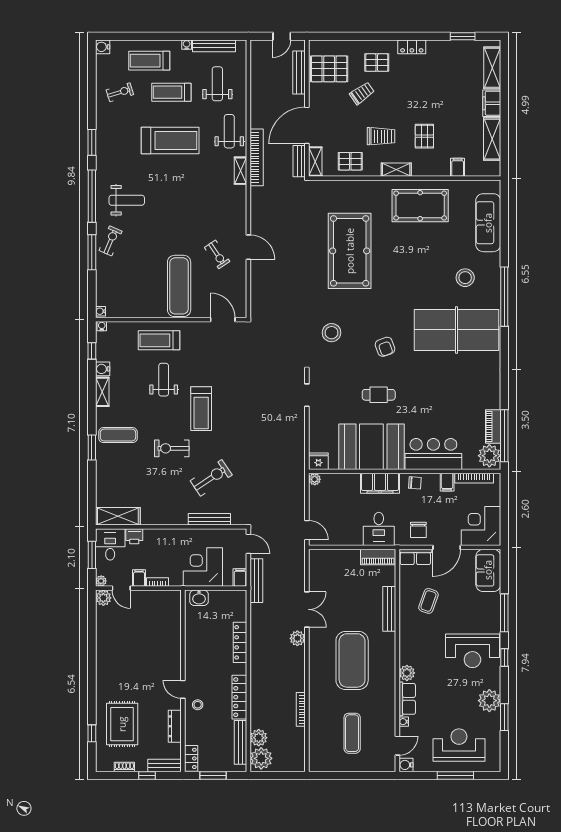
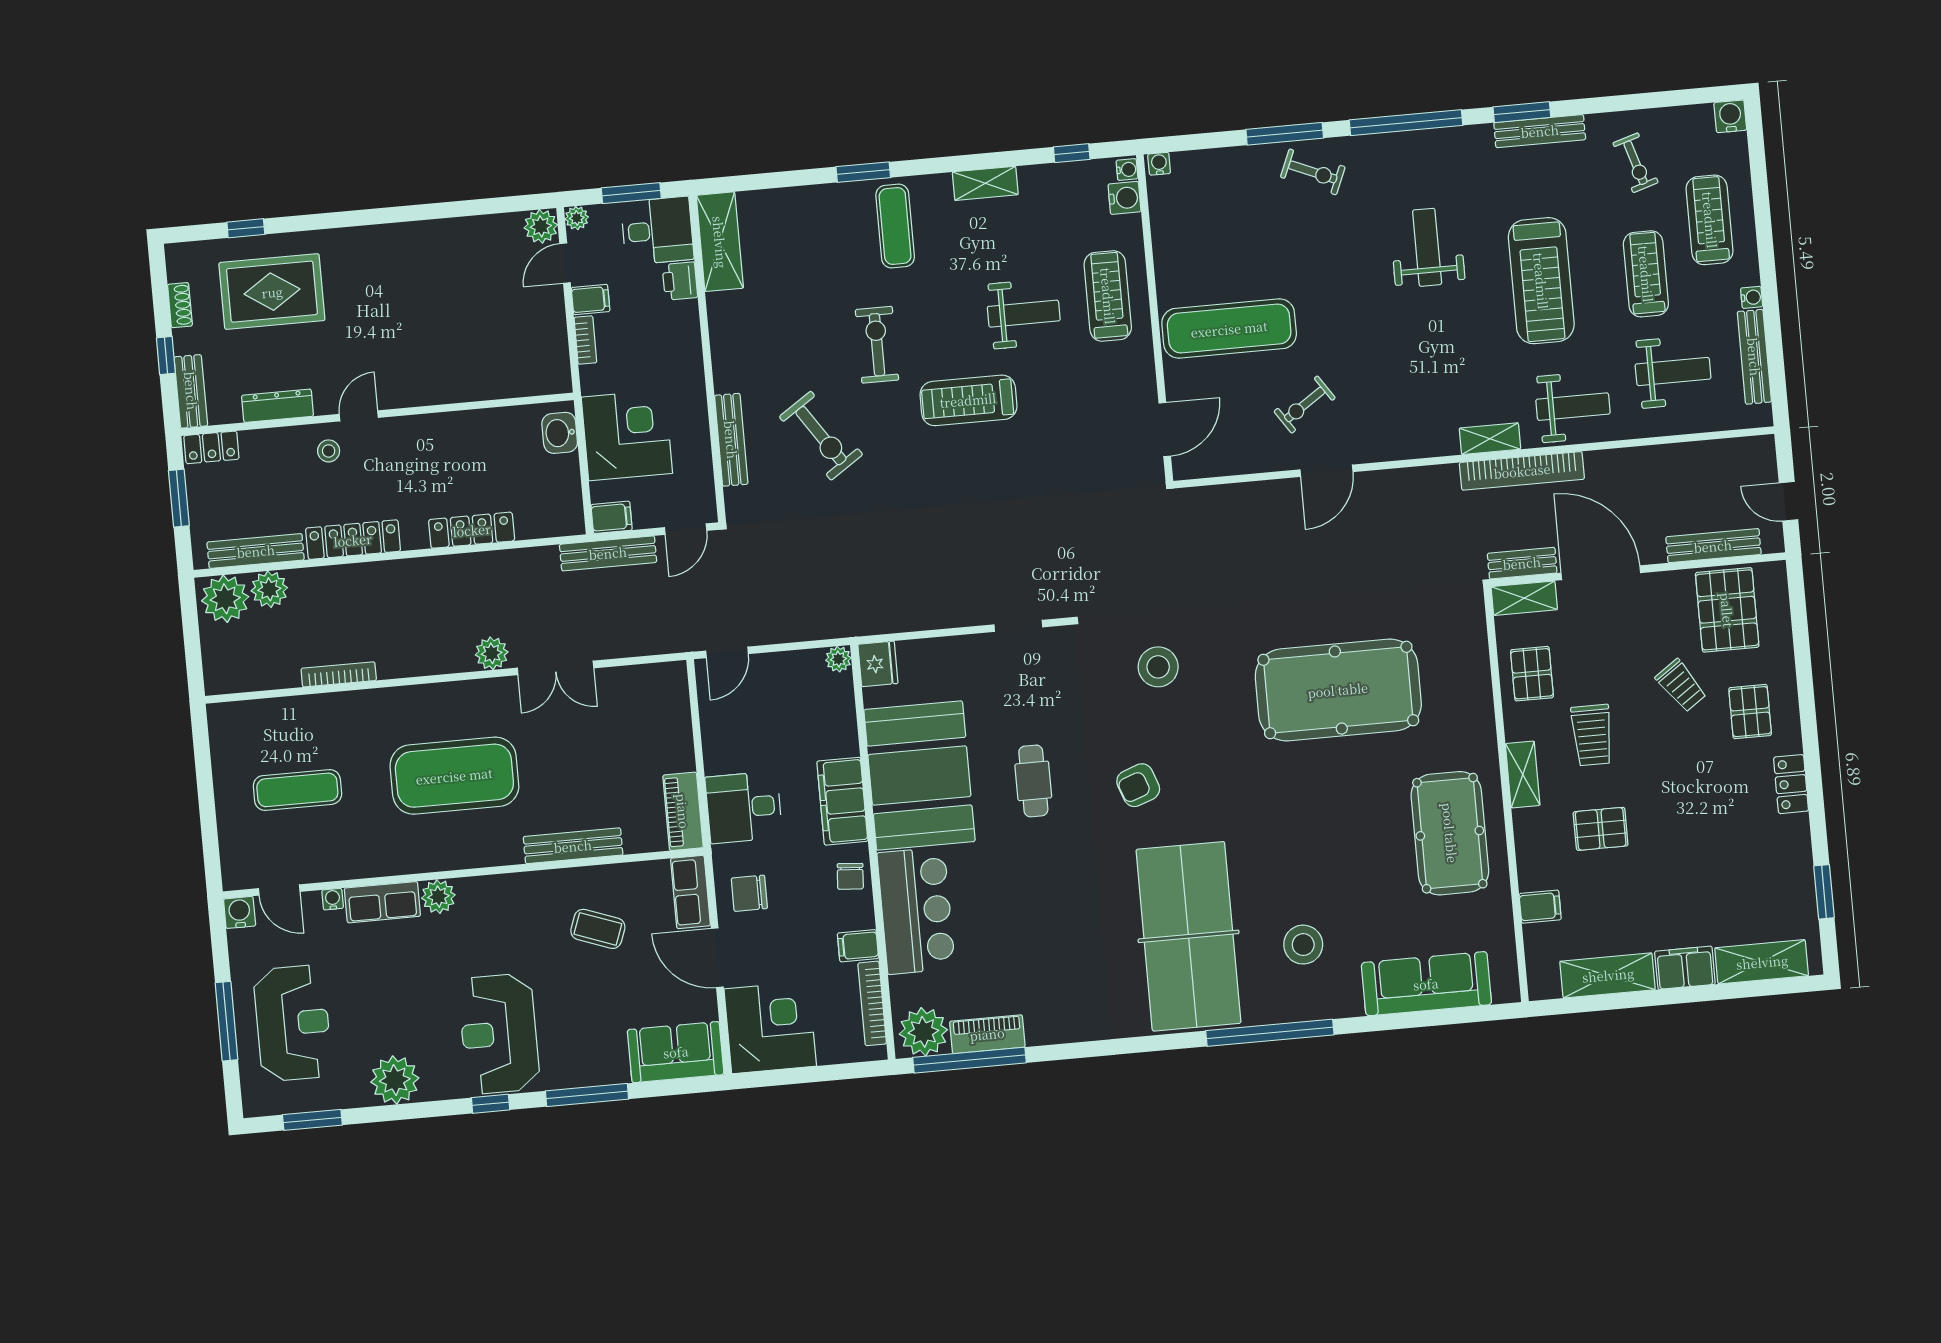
bench: (101, 135) -> (1540, 131), added
weight bench: (127, 200) -> (1427, 247), moved, turned 180
water cooler: (103, 369) -> (1124, 198), moved, turned 90
window: (504, 717) -> (312, 1120), moved

